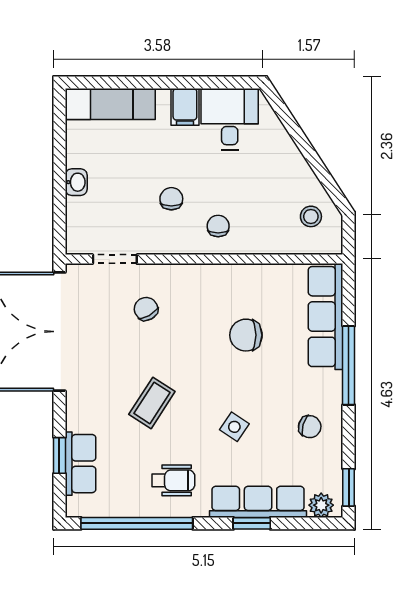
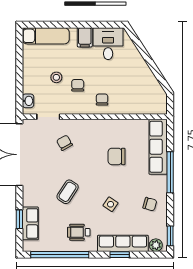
washbasin: (76, 182) -> (28, 101), moved
stool: (311, 216) -> (56, 77), moved
wheelchair: (173, 480) -> (79, 232), turned 180

